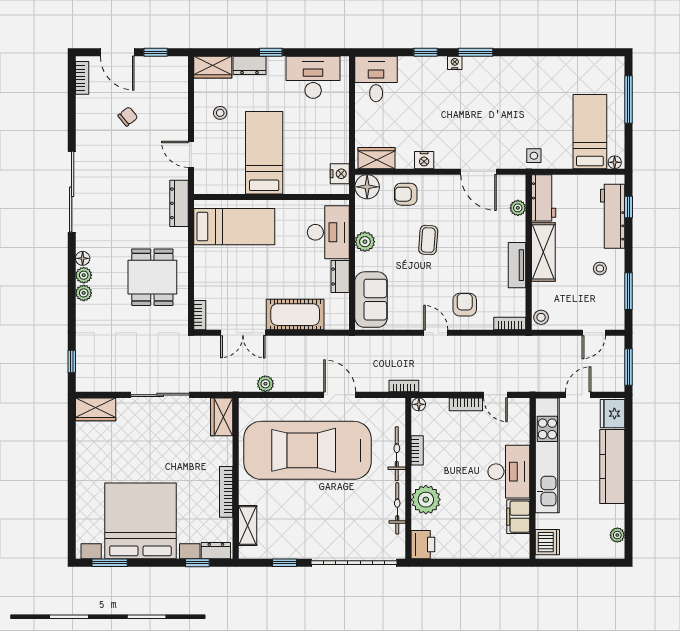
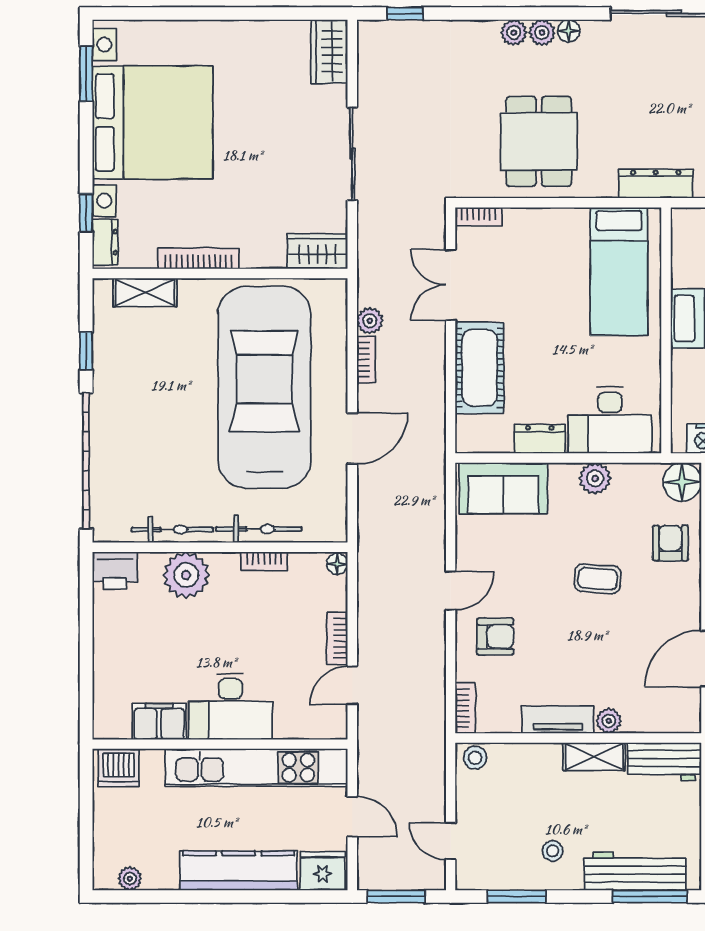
window: (629, 207) -> (650, 896), width x2.17
plant: (518, 208) -> (609, 721), moved
shelving: (543, 252) -> (594, 757), width x0.67, depth x0.75
dining table: (152, 277) -> (539, 141), turned 90
bookcase: (404, 386) -> (366, 360), moved

